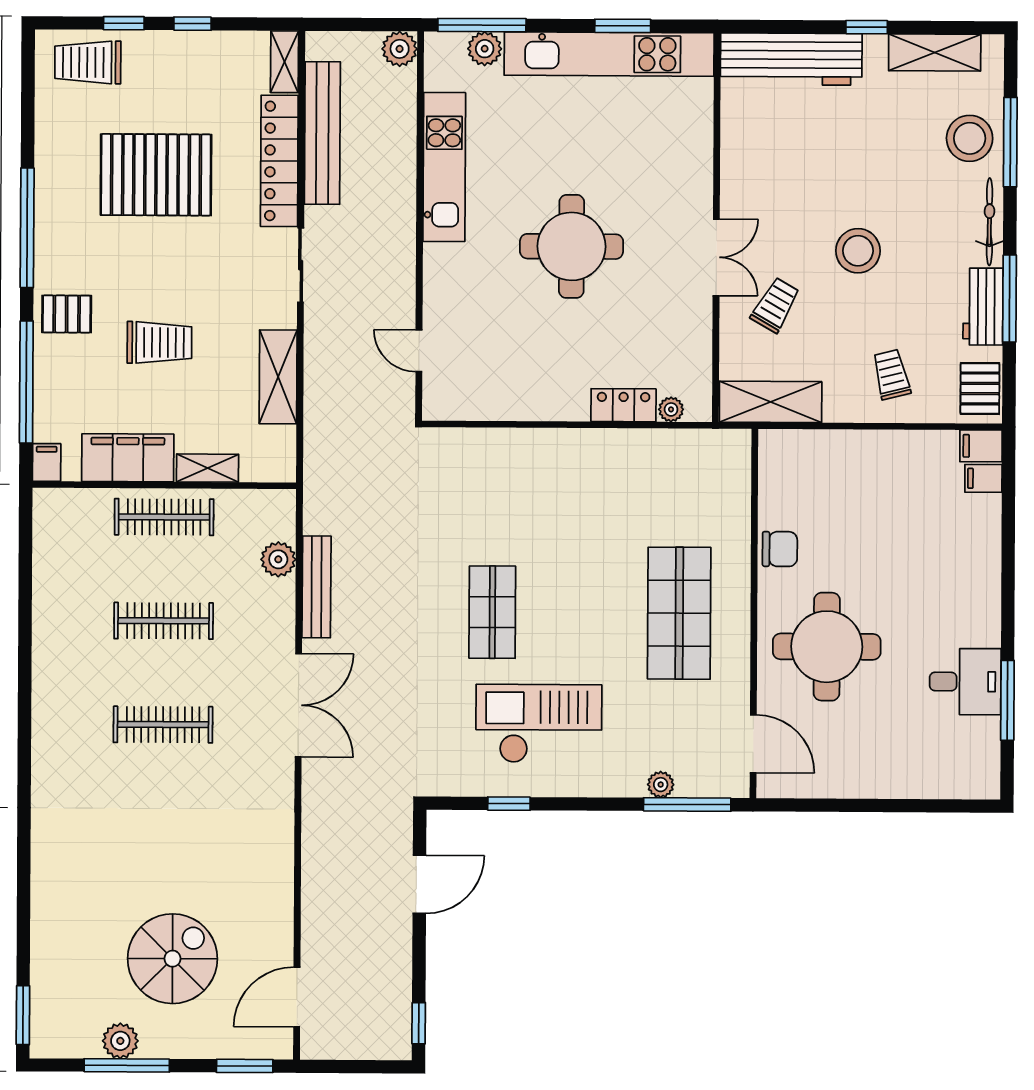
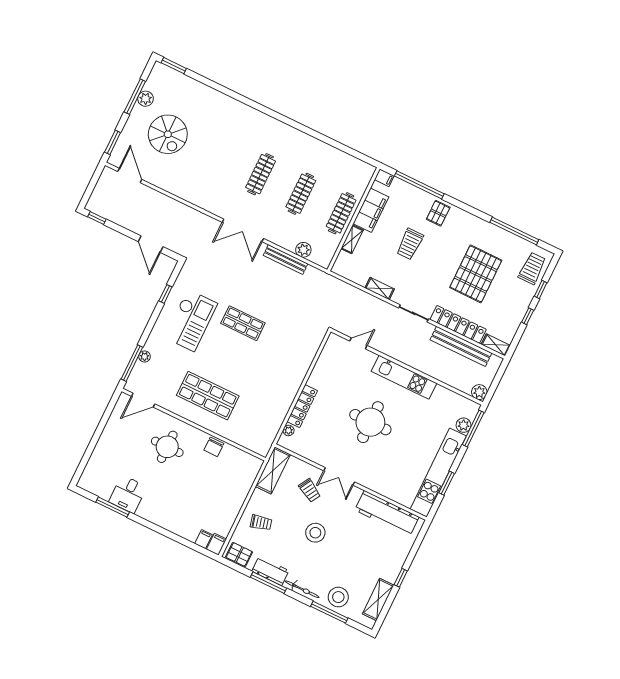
workbench: (791, 59) -> (387, 513), moved, turned -90
kitchen unit: (444, 167) -> (404, 377), moved
window: (27, 228) -> (514, 231), moved
shelving: (278, 377) -> (380, 288), width x0.67, depth x0.75
locker: (624, 405) -> (302, 406), width x1.53
round table: (827, 647) -> (167, 447), width x0.73, depth x0.73

